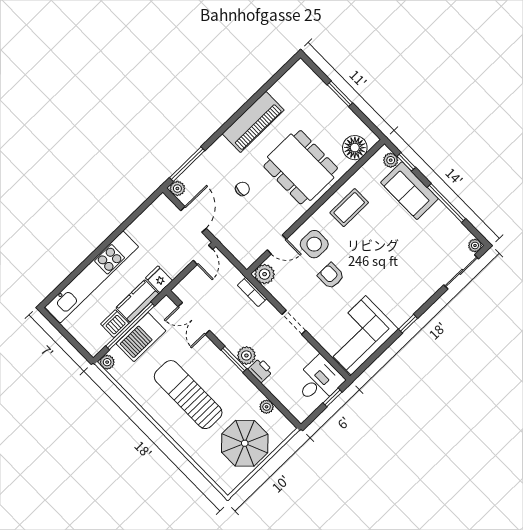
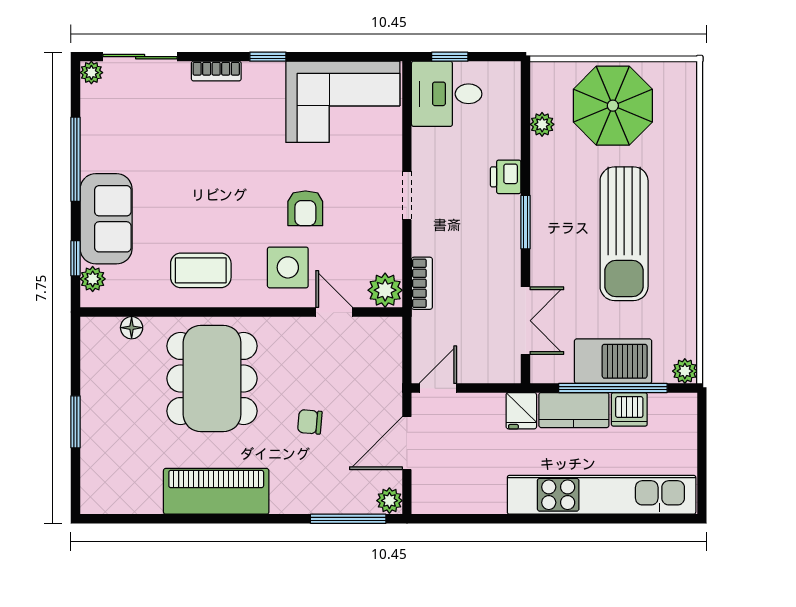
floor lamp: (355, 148) -> (132, 328), width x0.53, depth x0.53
bookcase: (424, 297) -> (216, 71), added
plant: (246, 355) -> (505, 212), removed

